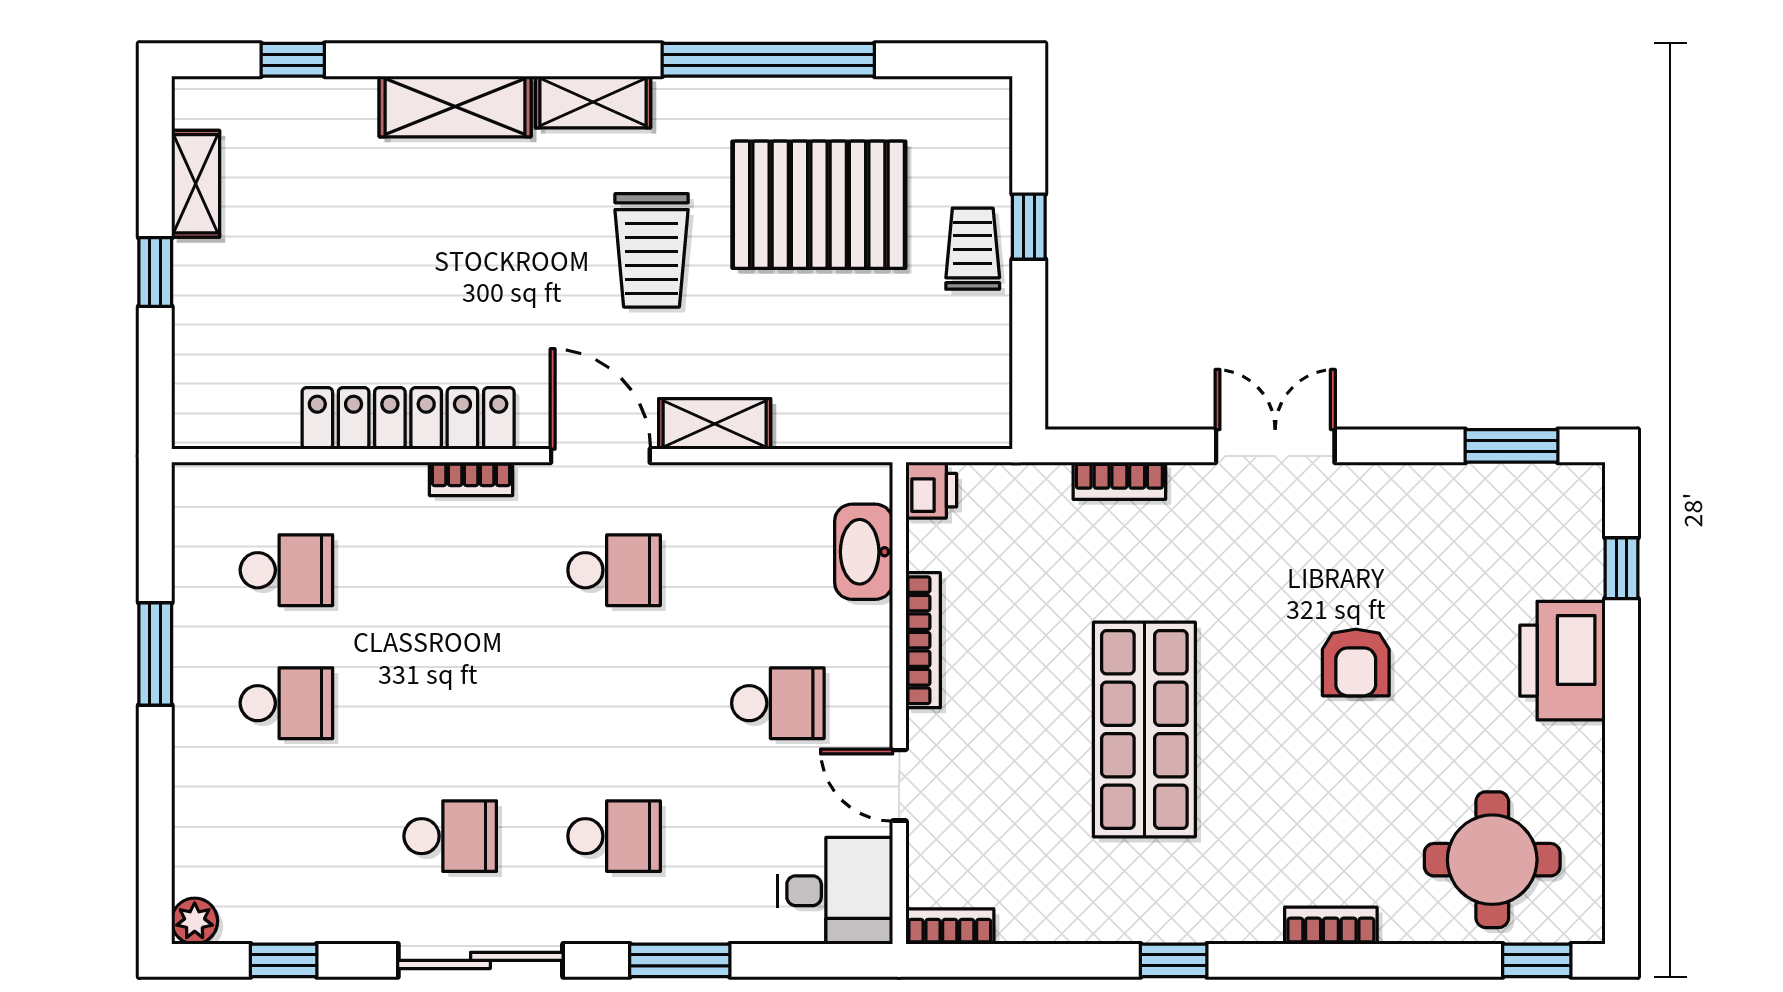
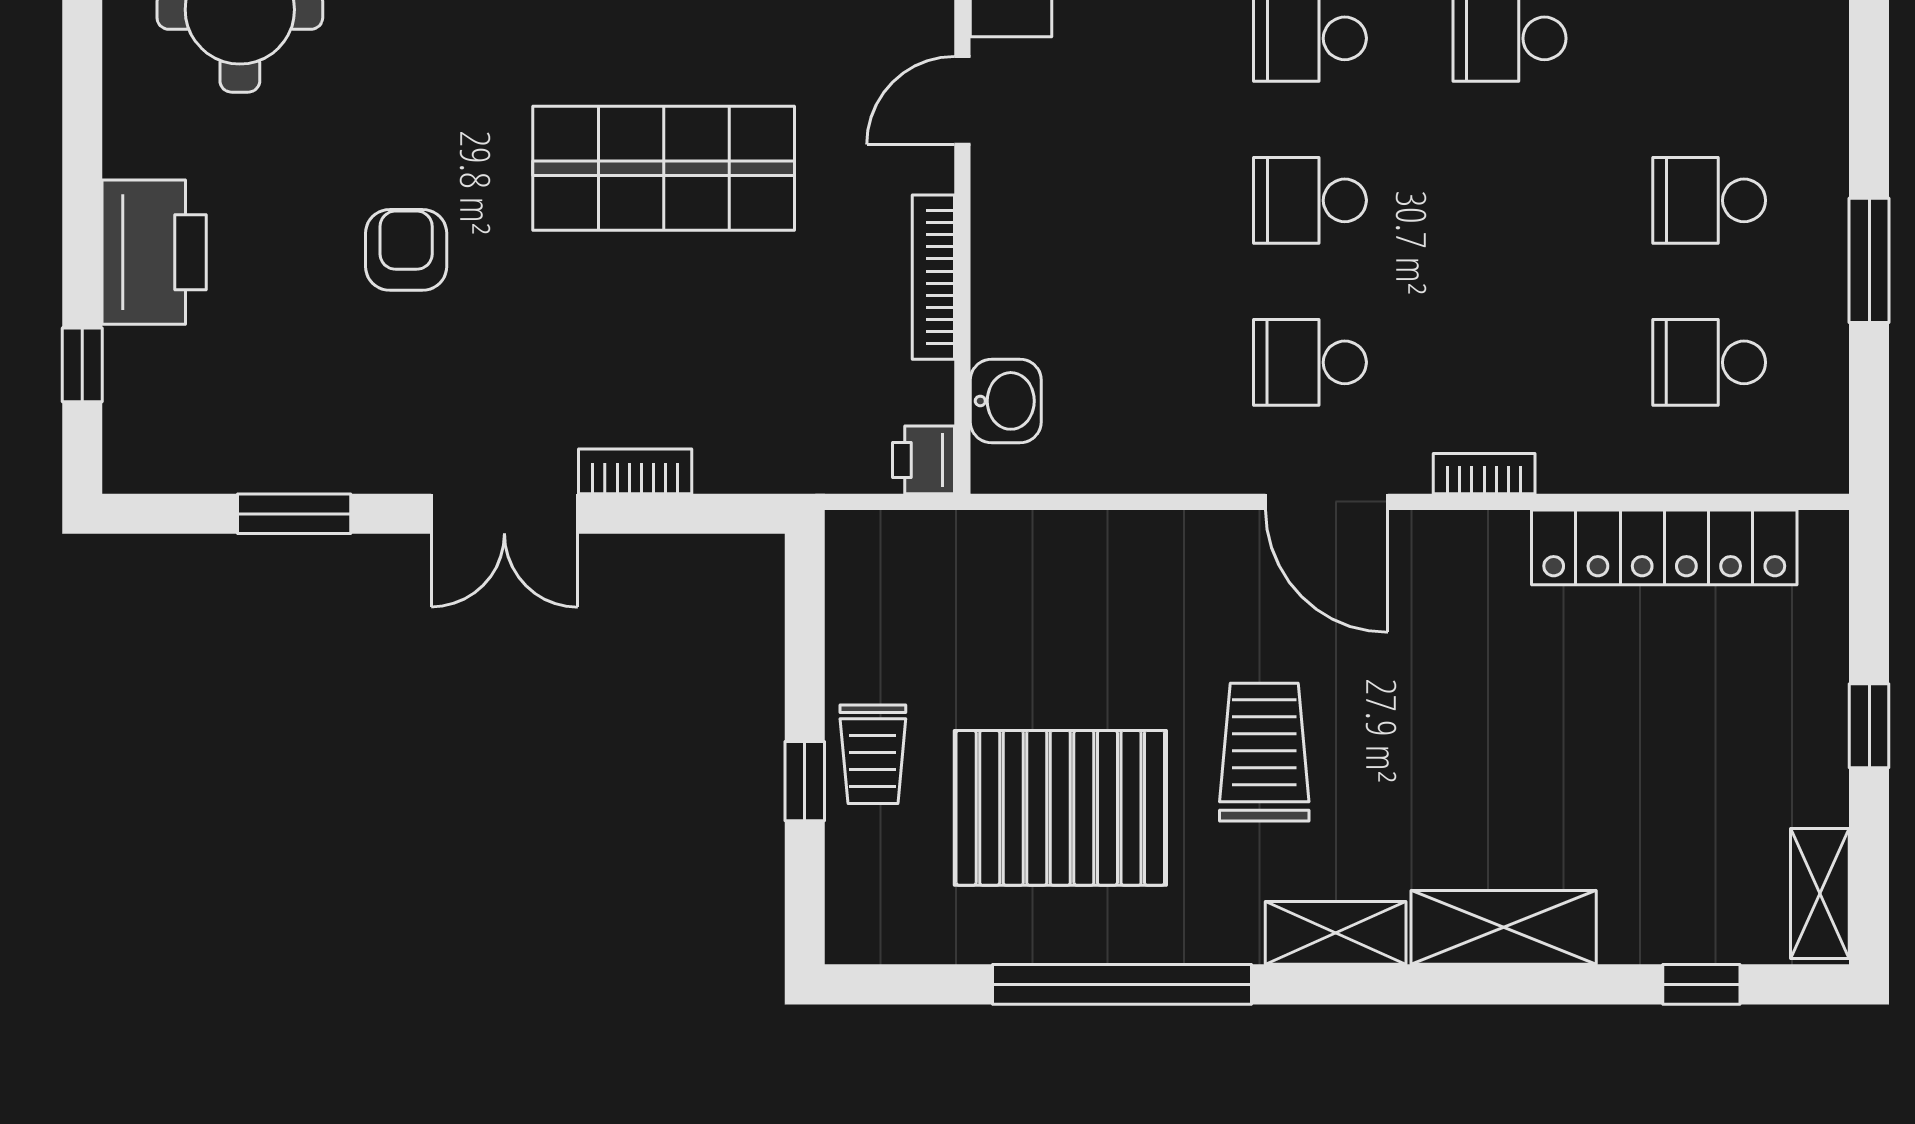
shelving: (196, 184) -> (1820, 894), moved
locker: (408, 418) -> (1664, 547), moved
shelving: (715, 424) -> (1187, 541), removed
window: (1512, 446) -> (294, 514), moved
bookcase: (1119, 481) -> (635, 471), moved
washbasin: (864, 552) -> (1006, 401), width x0.72
school desk: (778, 703) -> (1310, 200), moved
shop shelf: (1144, 730) -> (664, 168), turned 90
door: (899, 785) -> (962, 101), swing flipped

